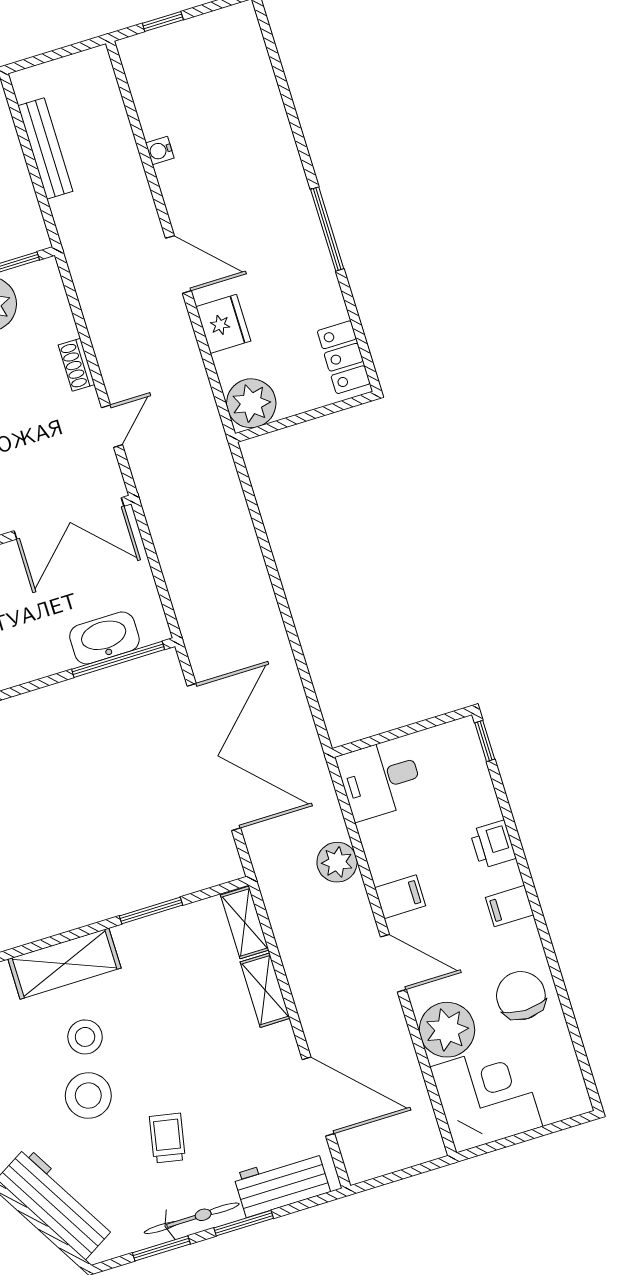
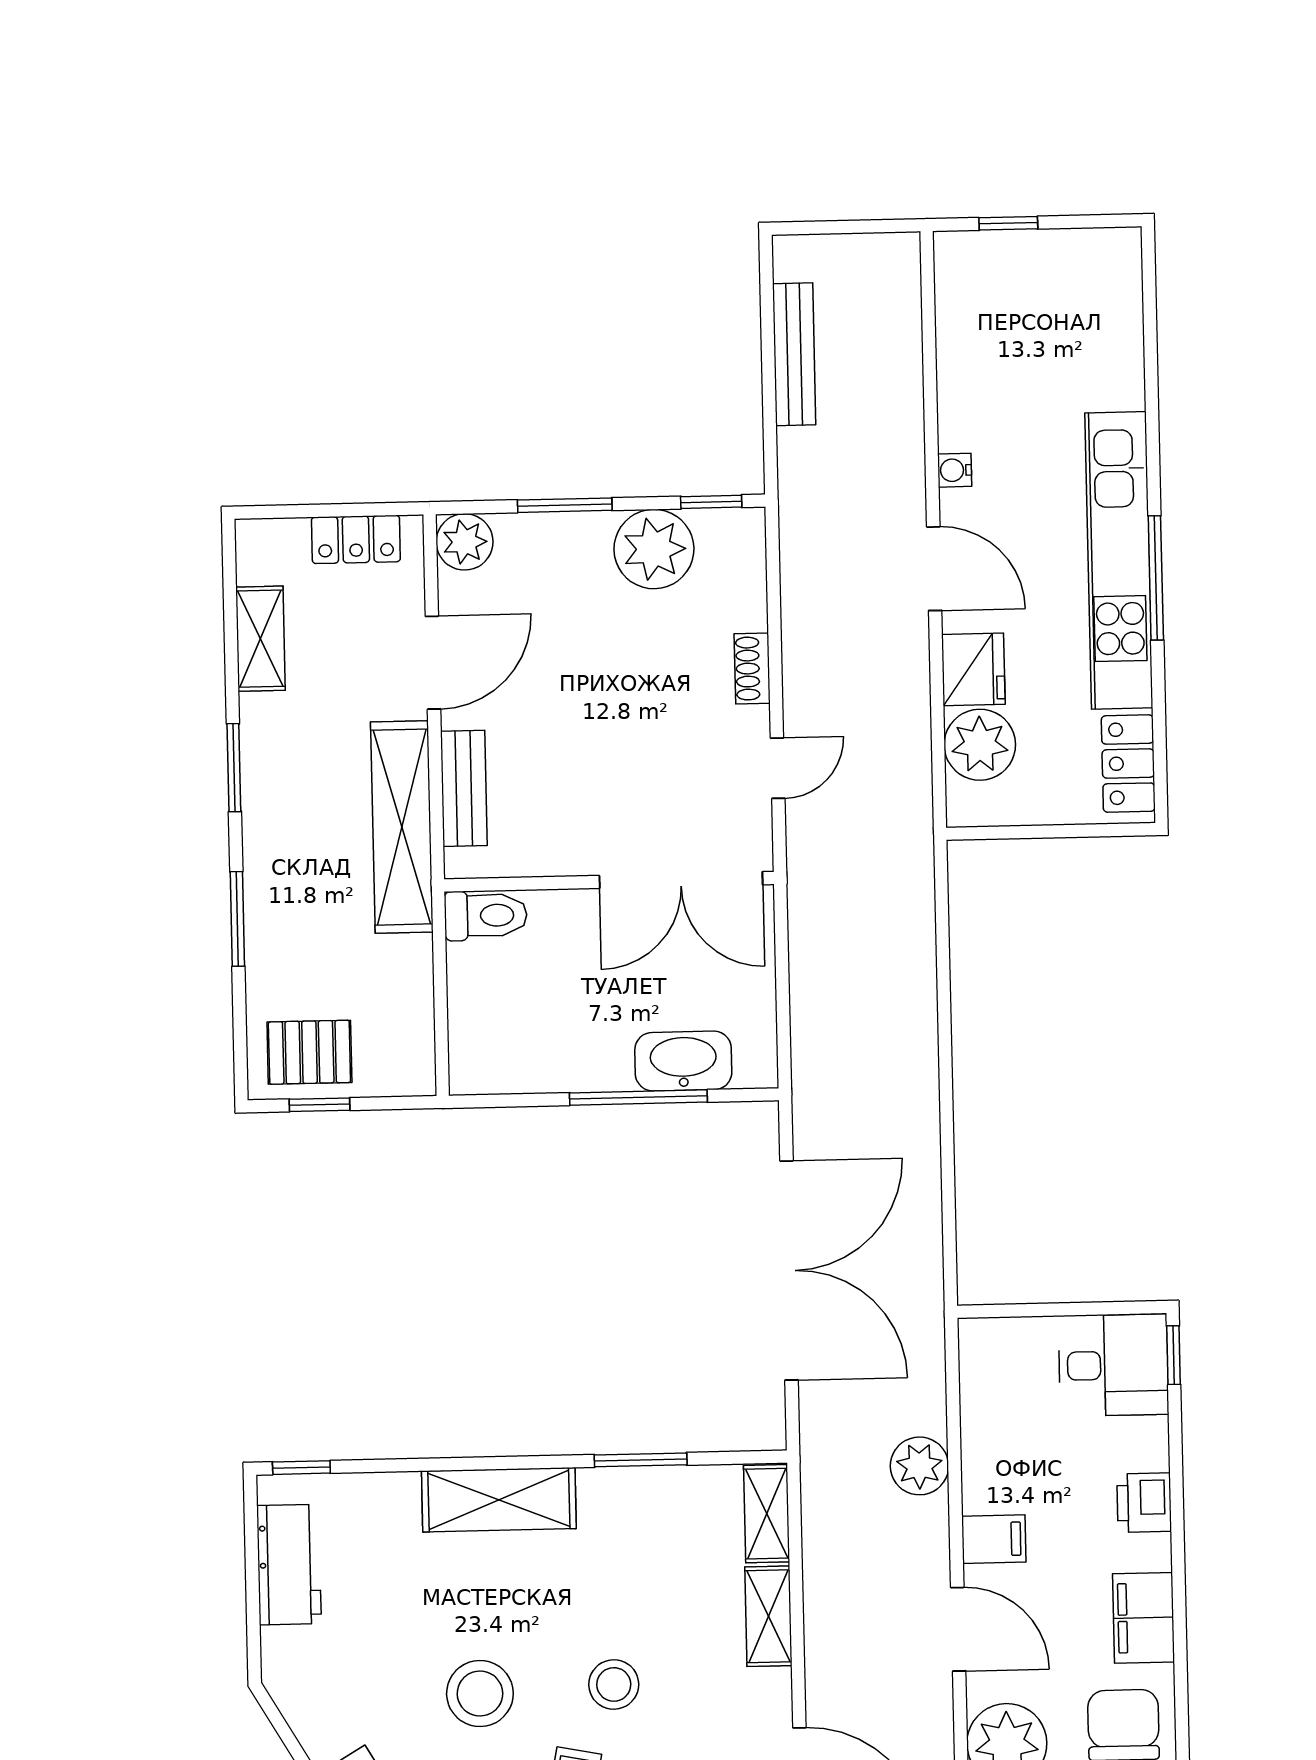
water cooler: (160, 151) -> (955, 470), moved
kitchen unit: (299, 224) -> (1119, 560), added
plant: (251, 403) -> (980, 745), moved
window: (118, 659) -> (638, 1098), moved
desk: (380, 779) -> (1113, 1365), moved, turned 180
filing cabinet: (510, 906) -> (1143, 1618), width x2.00
stool: (85, 1037) -> (614, 1684), moved

